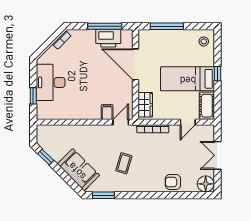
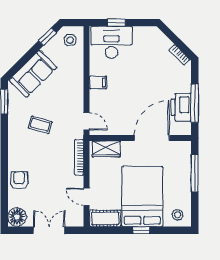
bed: (188, 79) -> (142, 197), width x1.50
desk: (51, 82) -> (111, 42), moved
filing cabinet: (107, 112) -> (98, 82), moved
side table: (49, 137) -> (70, 40), added

